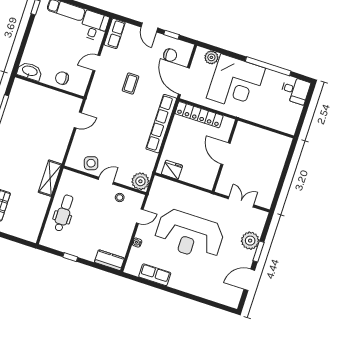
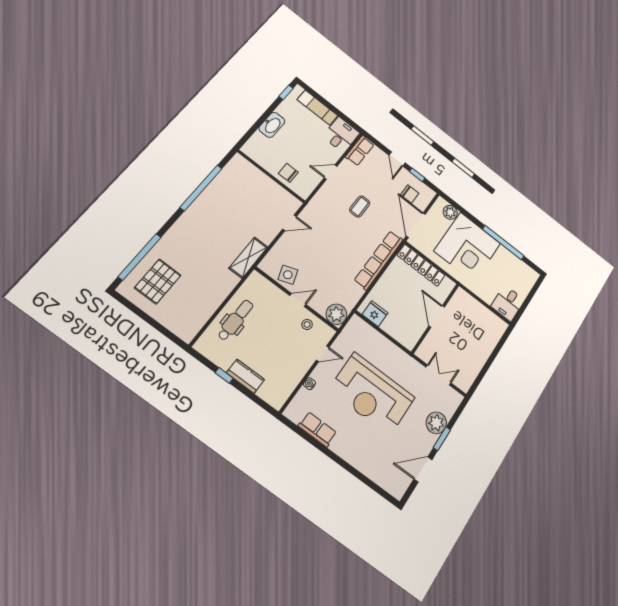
washbasin: (30, 71) -> (272, 125), moved, turned 90
desk: (295, 90) -> (508, 303), moved, turned 90
shelving: (50, 178) -> (248, 258), moved
kitchen counter: (109, 260) -> (245, 376), moved

